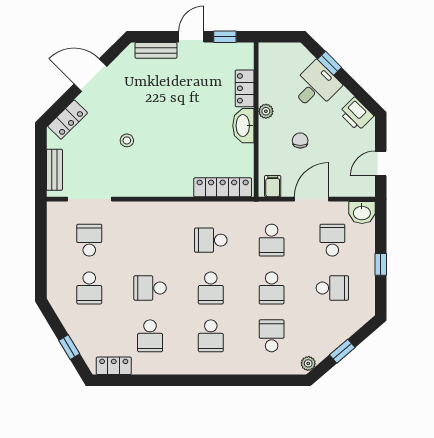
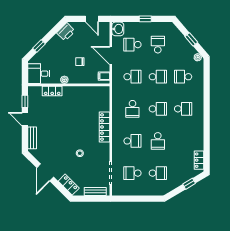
desk: (316, 86) -> (39, 74), moved, turned -45
washbasin: (243, 126) -> (72, 92), removed
locker: (223, 187) -> (105, 127), moved
school desk: (150, 336) -> (132, 141), moved

